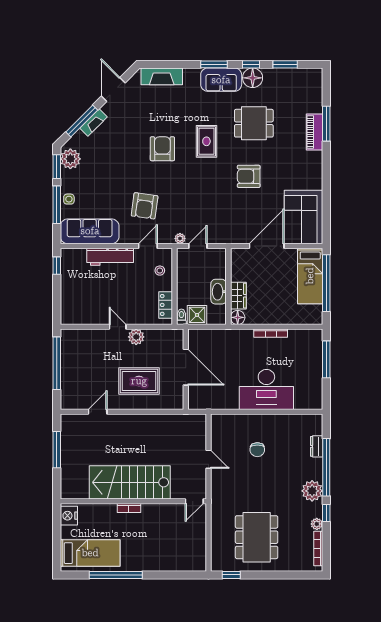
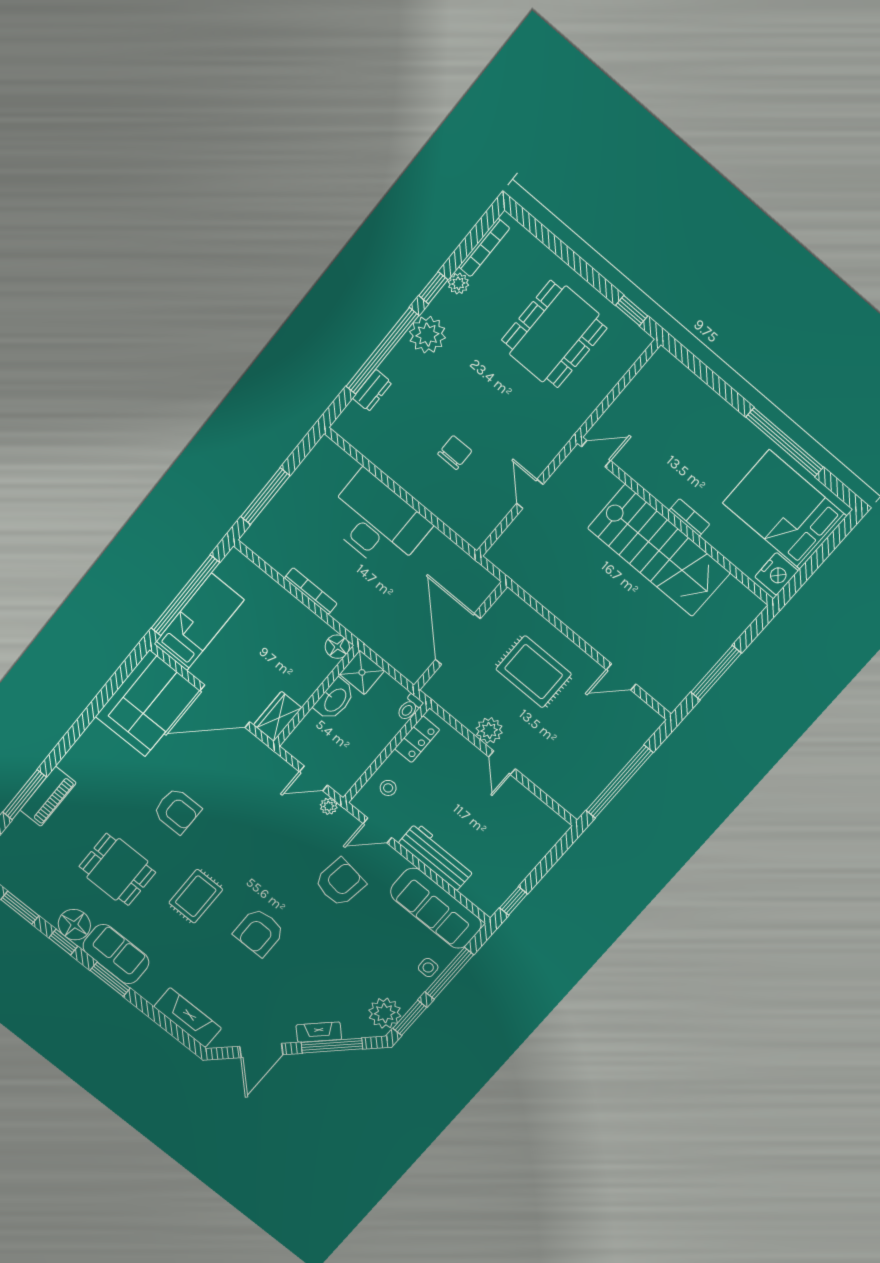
wardrobe: (238, 296) -> (278, 716), moved
shower: (197, 315) -> (362, 672), moved
bed: (90, 553) -> (785, 510), width x1.50

